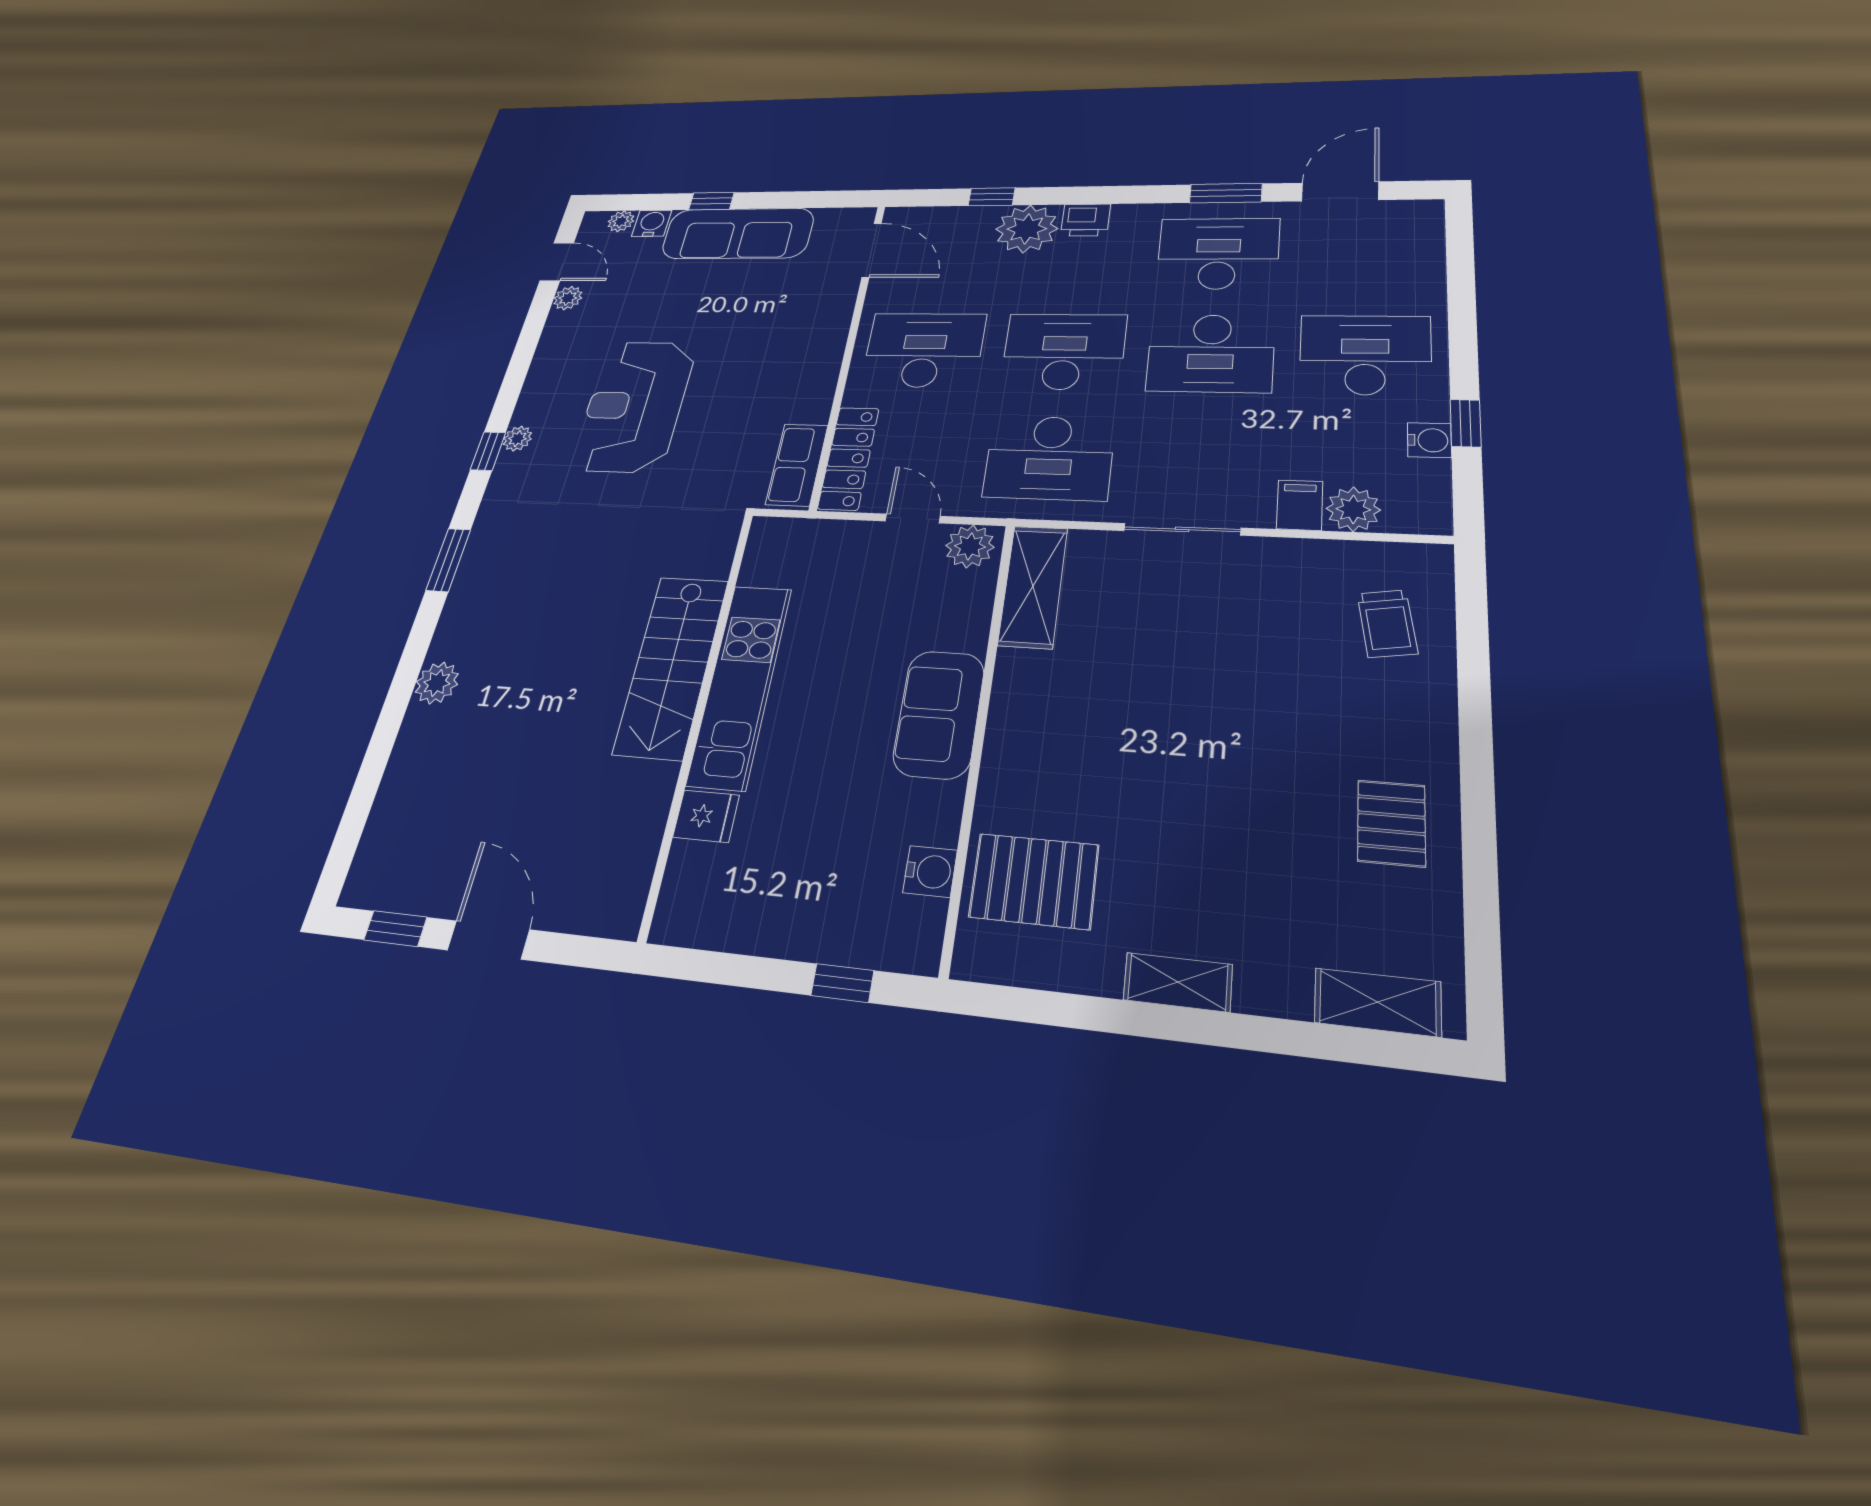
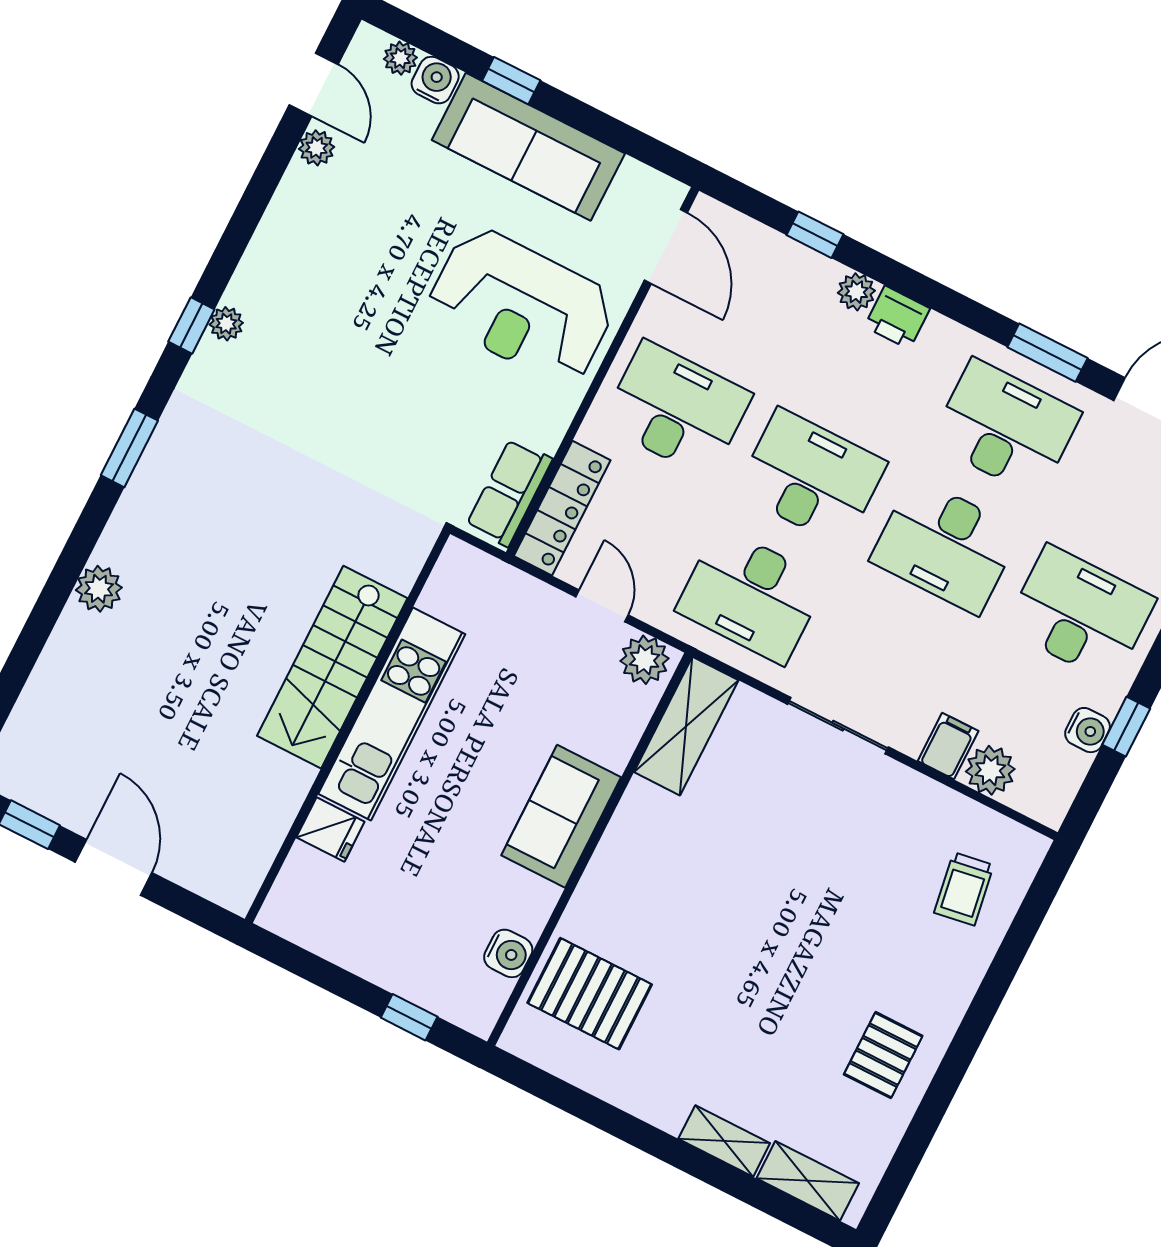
plant: (1027, 229) -> (856, 292), width x0.53, depth x0.53
reception desk: (634, 406) -> (521, 306), moved, turned -90
shelving: (1178, 982) -> (724, 1141), moved

